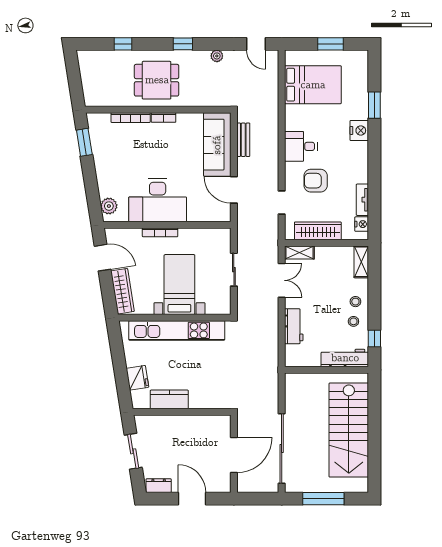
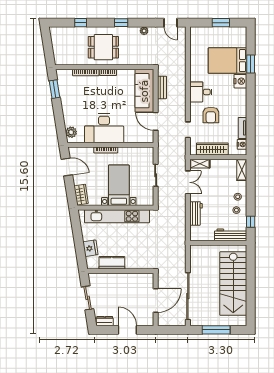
bed: (313, 85) -> (227, 61), moved, turned 180
armchair: (316, 181) -> (211, 115), turned -90
wardrobe: (122, 291) -> (81, 195), width x0.67

